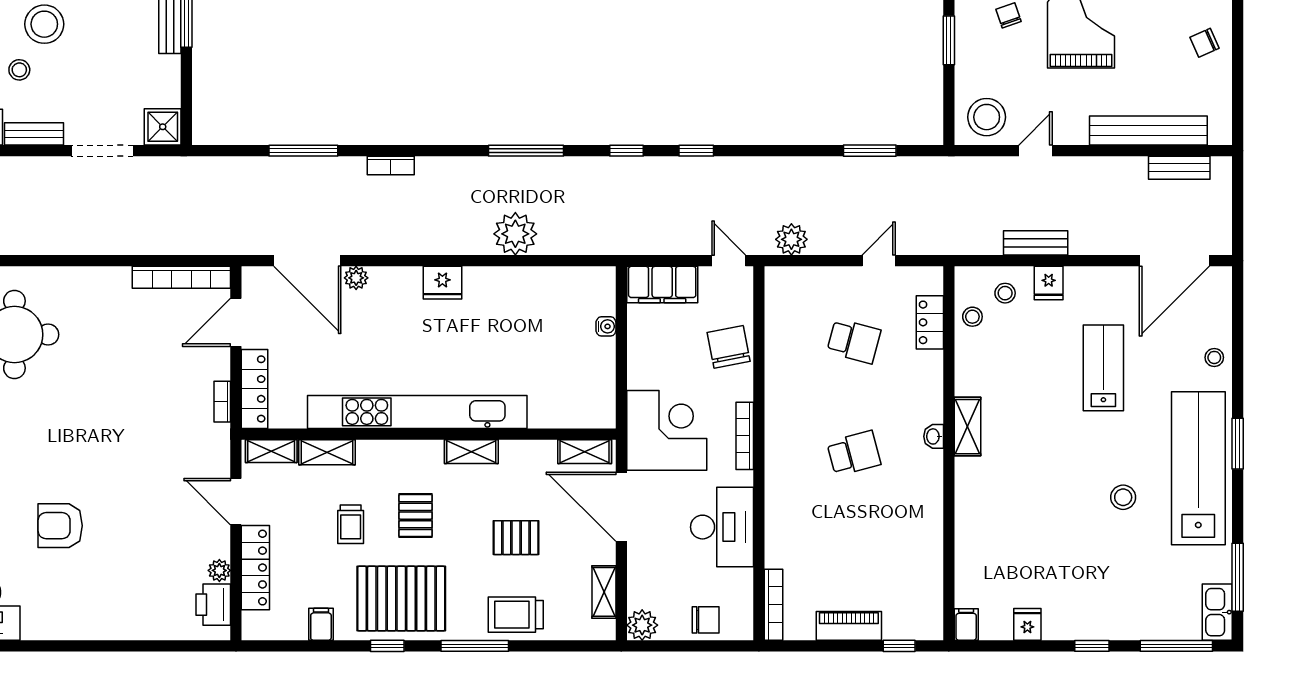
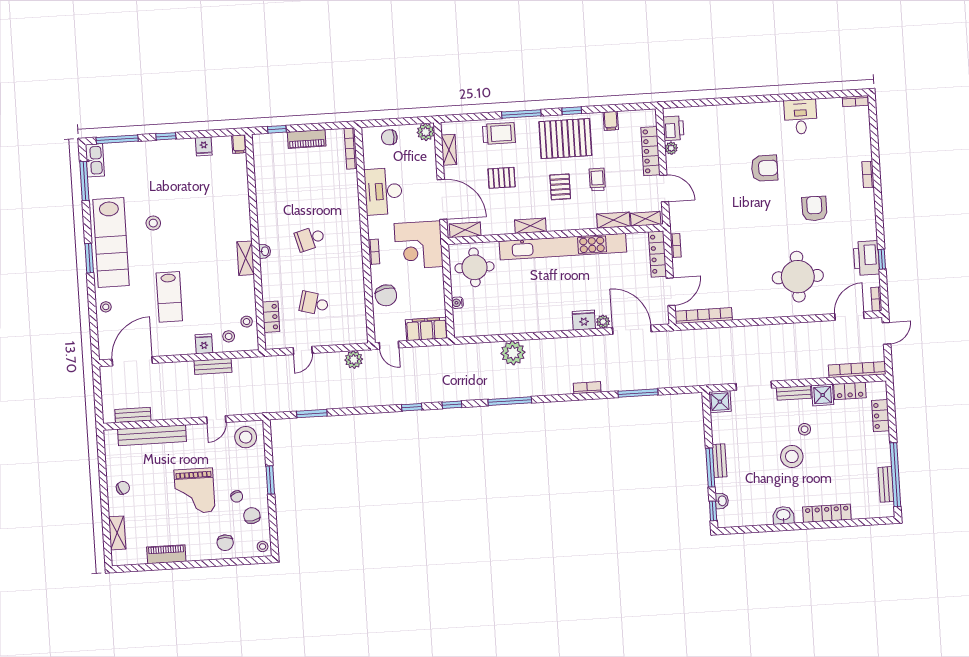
fridge: (442, 283) -> (584, 320), moved
round table: (572, 386) -> (474, 267), added
bookcase: (745, 436) -> (374, 252), width x0.64

